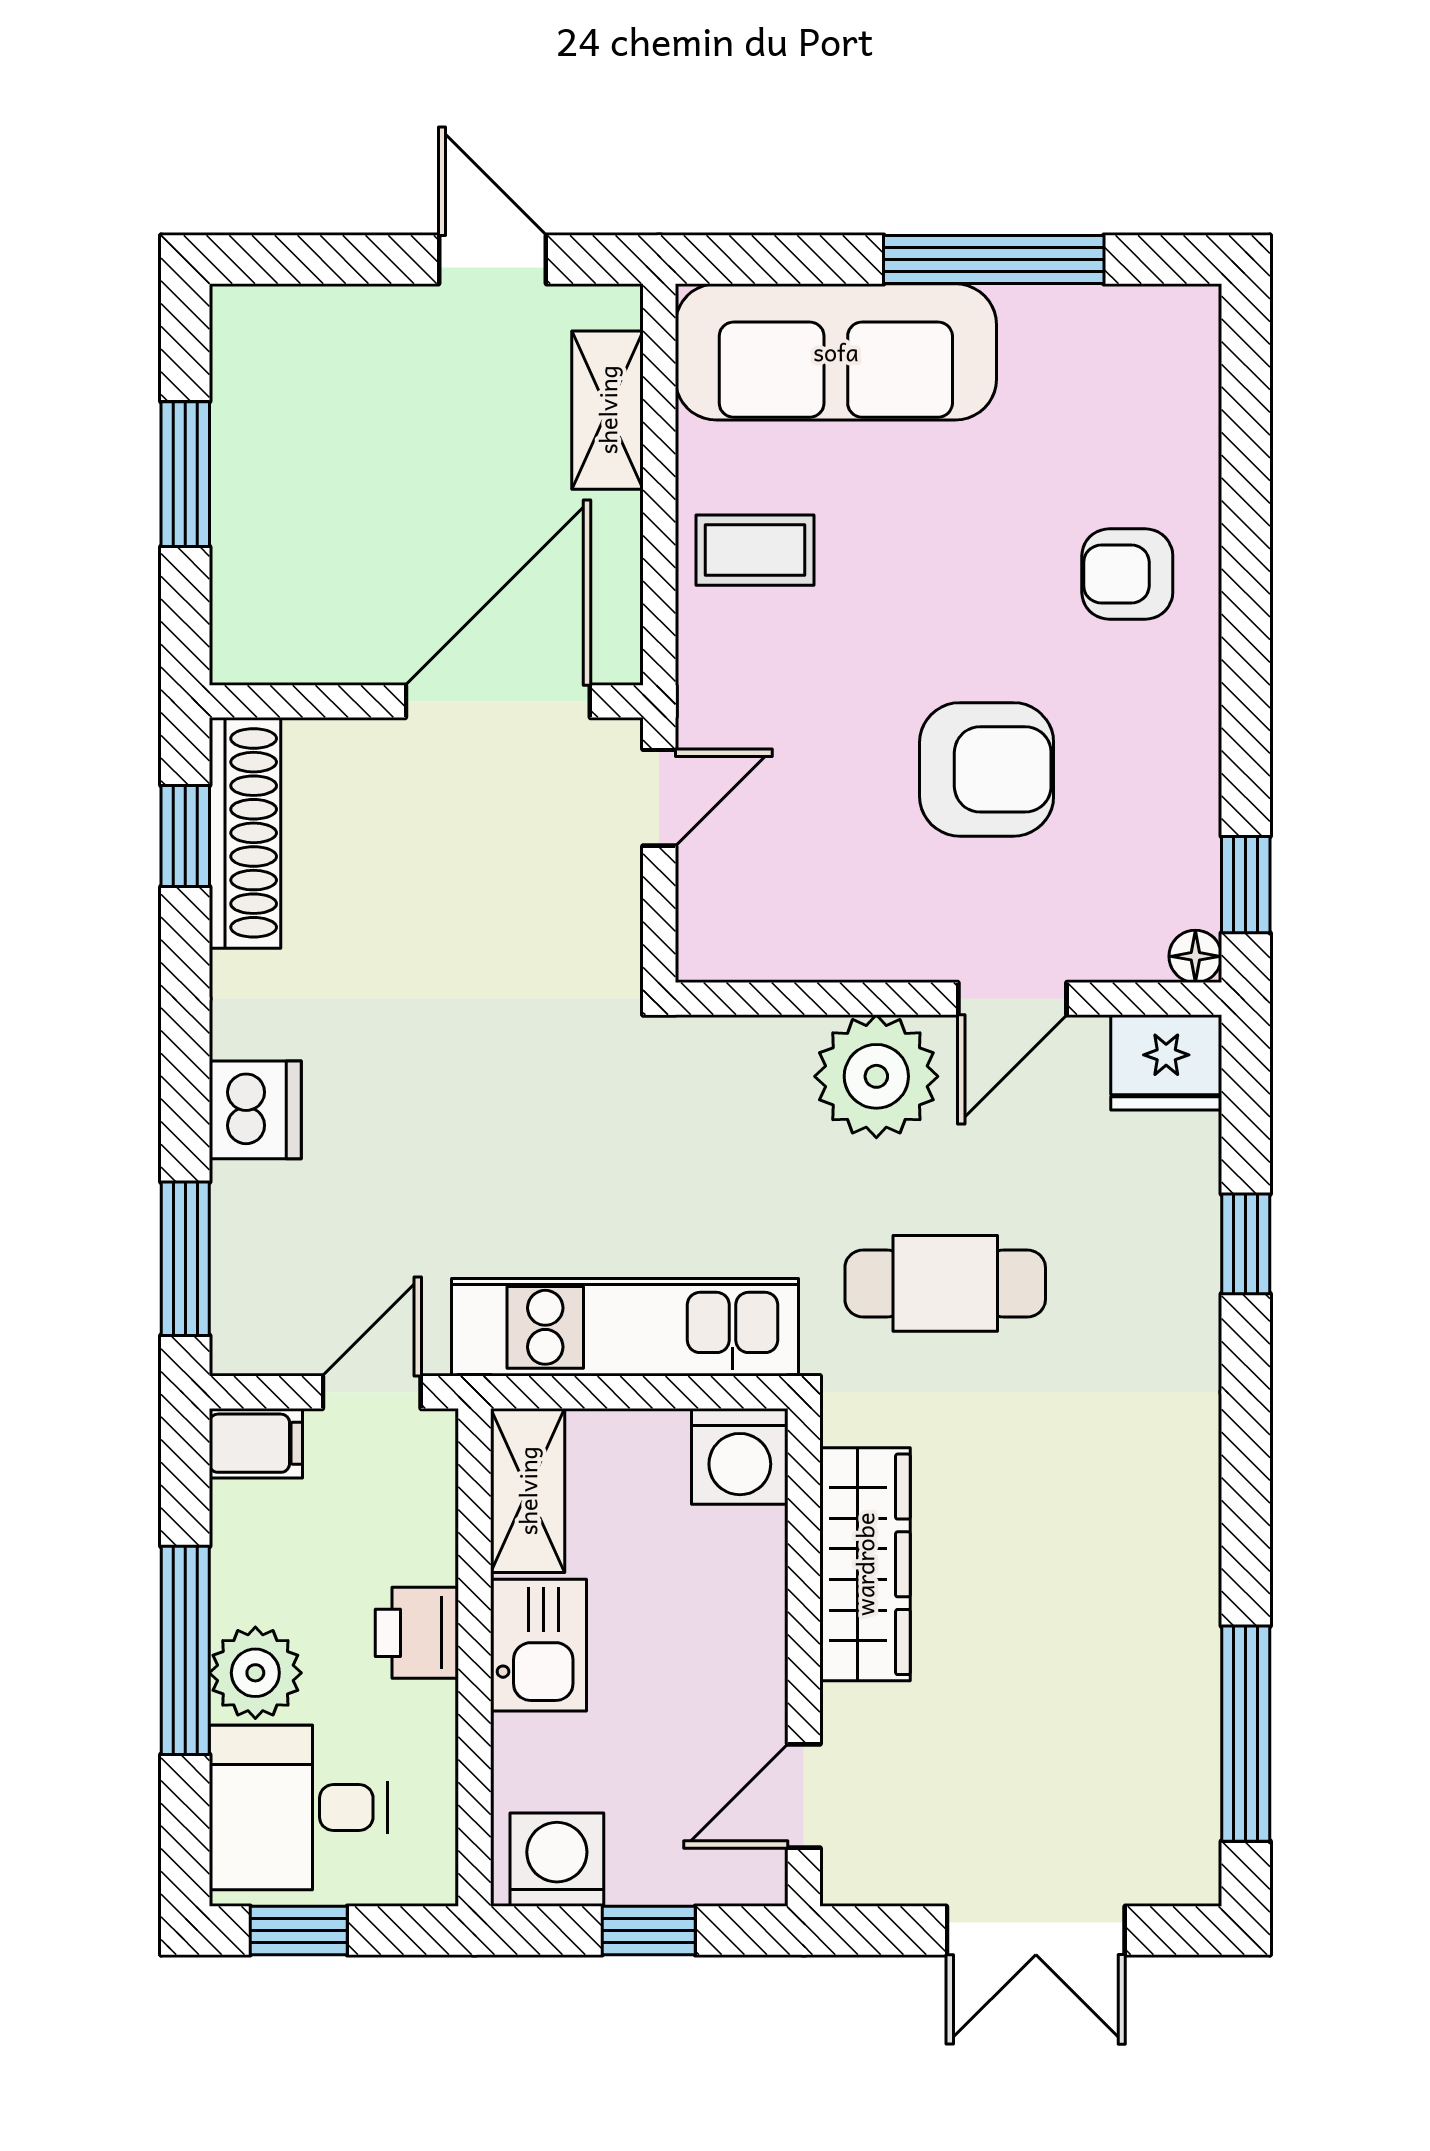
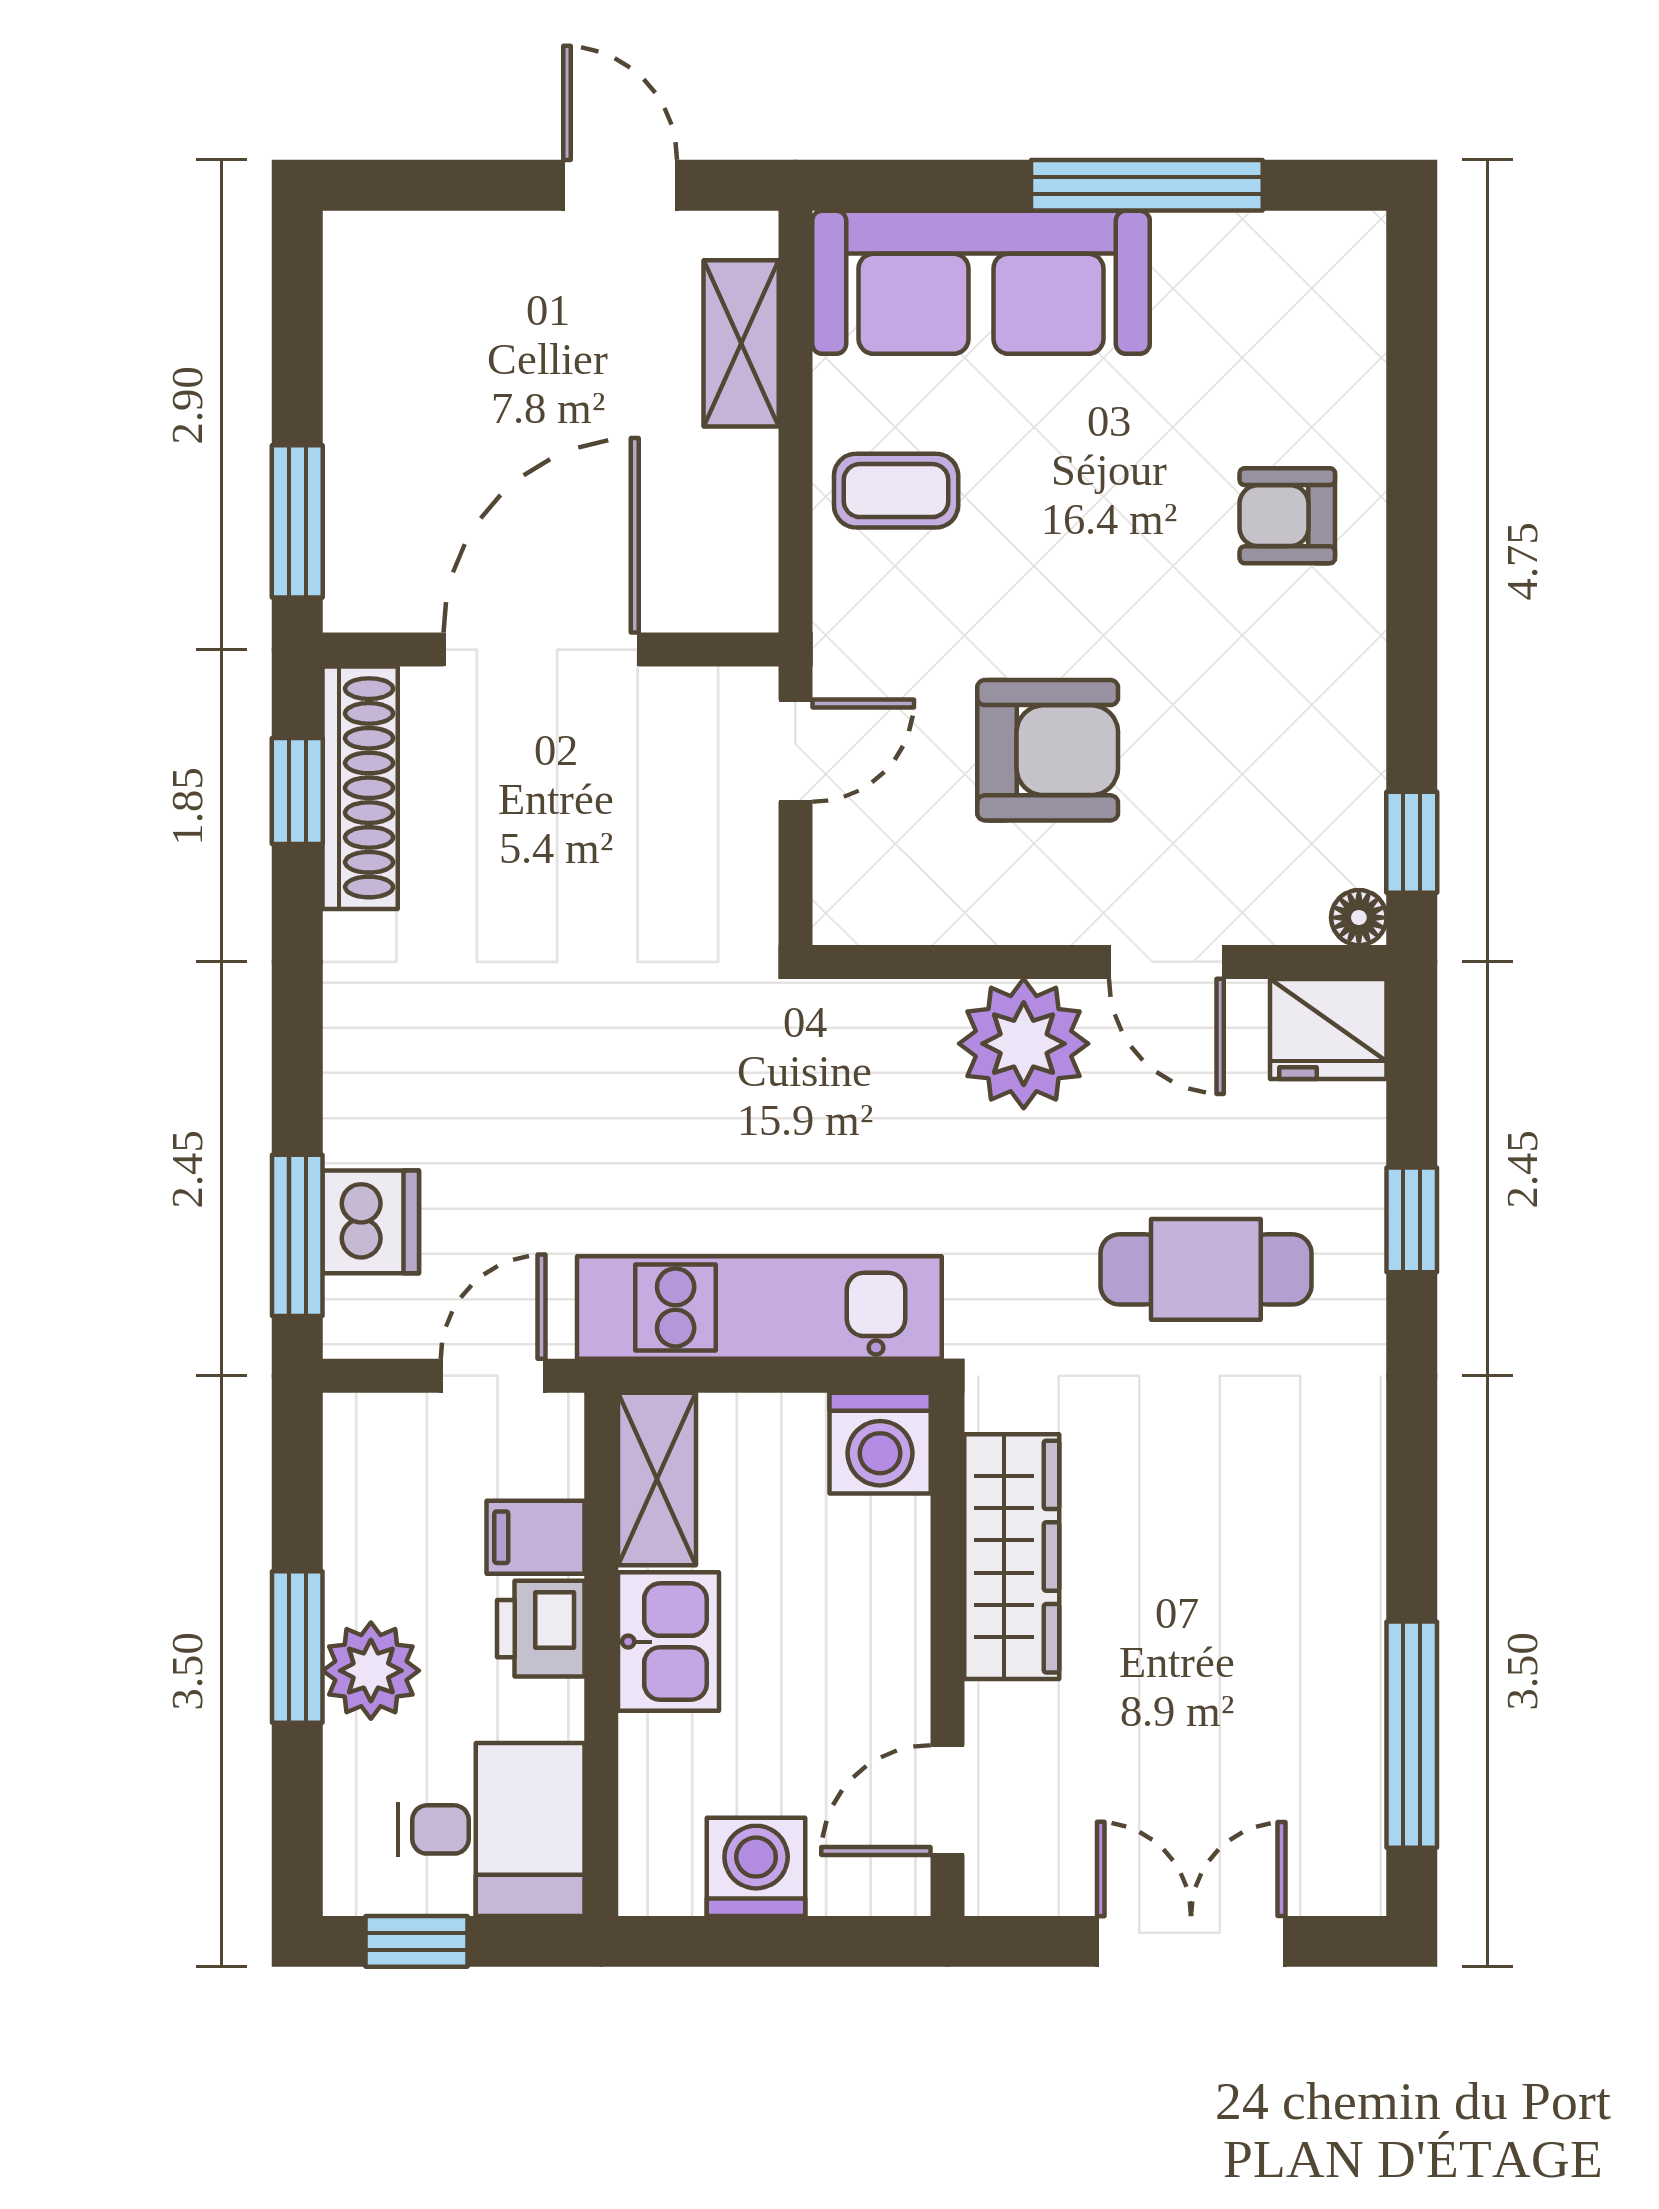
window: (185, 474) -> (297, 521), moved
door: (498, 701) -> (541, 650), moved
armchair: (987, 769) -> (1048, 750), moved
door: (1012, 999) -> (1166, 962), hinge flipped
dishwasher: (255, 1110) -> (371, 1222), moved
cafe table: (945, 1283) -> (1206, 1269), moved
filing cabinet: (256, 1443) -> (535, 1537), moved, turned 180
window: (185, 1650) -> (297, 1647), width x0.69
desk: (298, 1808) -> (491, 1829), moved, turned 180
washing machine: (557, 1860) -> (756, 1867), moved
window: (649, 1930) -> (784, 1941), removed
double door: (1036, 1930) -> (1191, 1941), swing flipped

